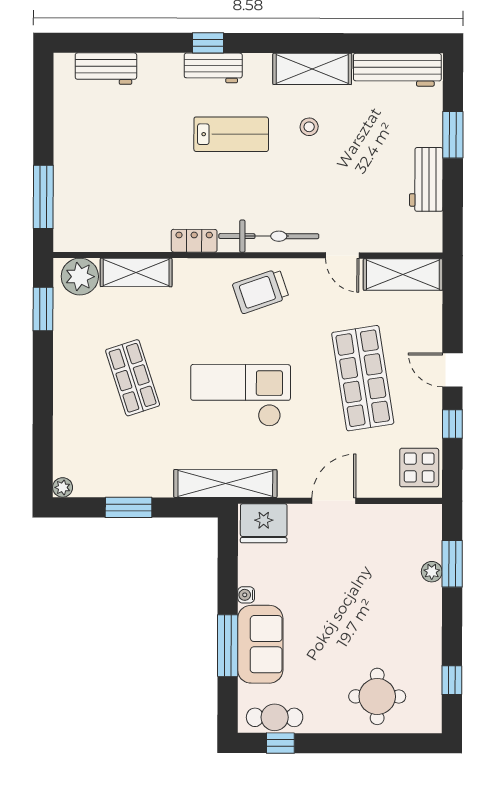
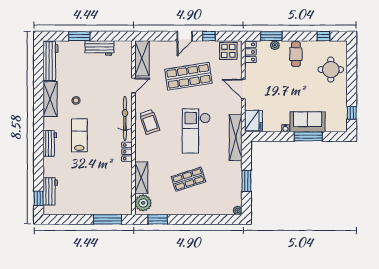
window: (208, 43) -> (39, 198), moved
locker: (417, 517) -> (250, 52), added
cafe table: (275, 717) -> (296, 54), moved

